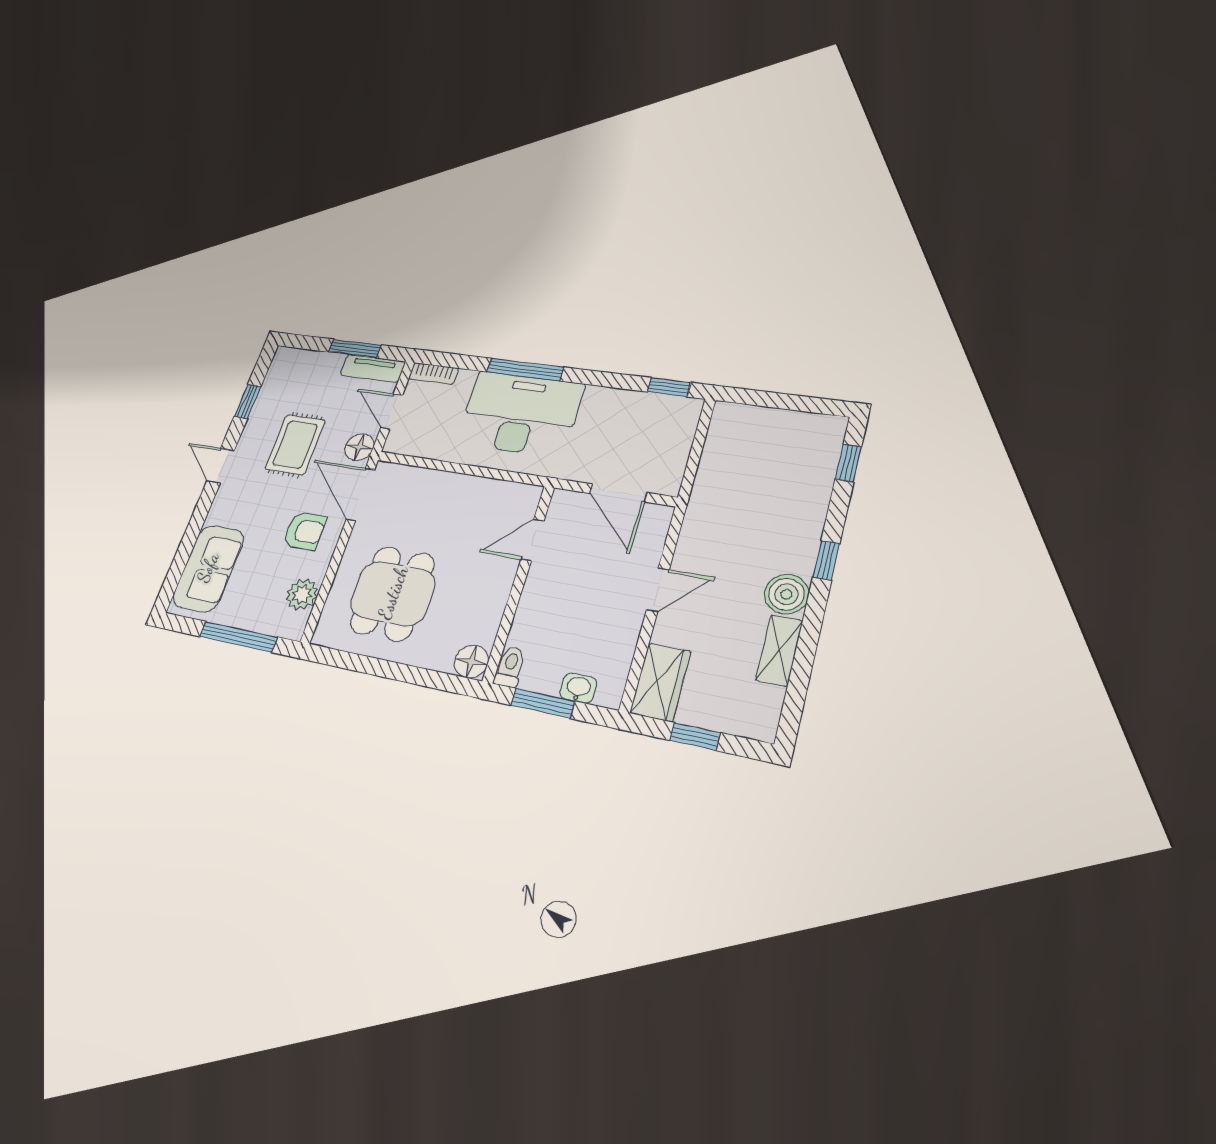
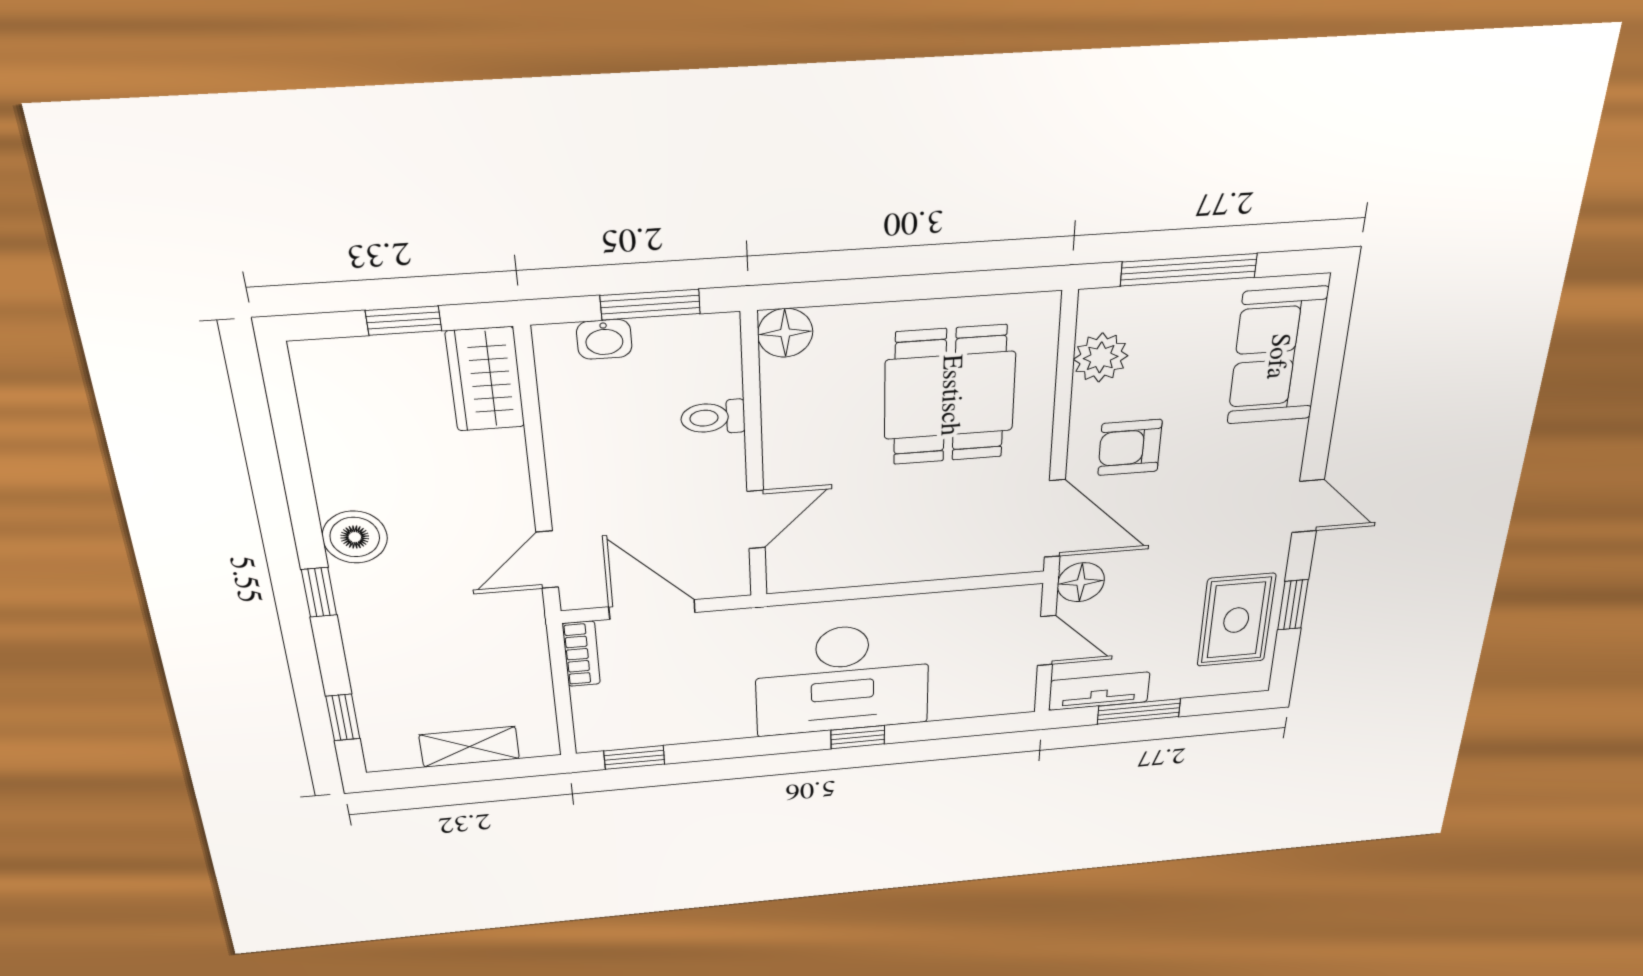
window: (525, 369) -> (858, 737), width x0.46
bookcase: (433, 374) -> (581, 654), moved, turned 90
rug: (295, 445) -> (1236, 620), moved
door: (658, 590) -> (547, 560), moved
shelving: (779, 650) -> (469, 747), moved, turned 90
toilet: (510, 667) -> (713, 417), moved, turned 90

